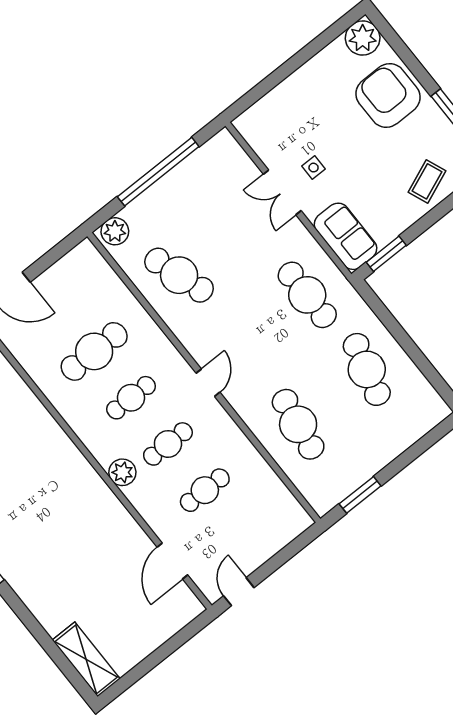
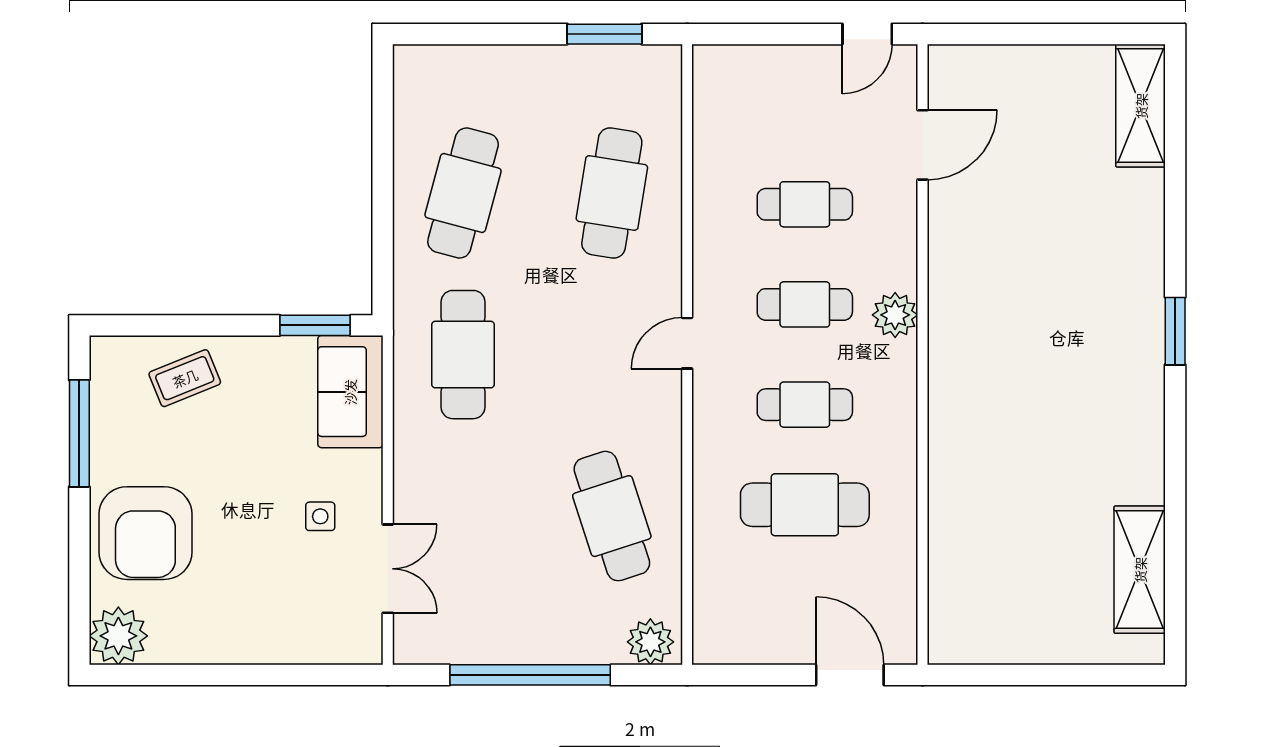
double door: (282, 192) -> (388, 569), moved

